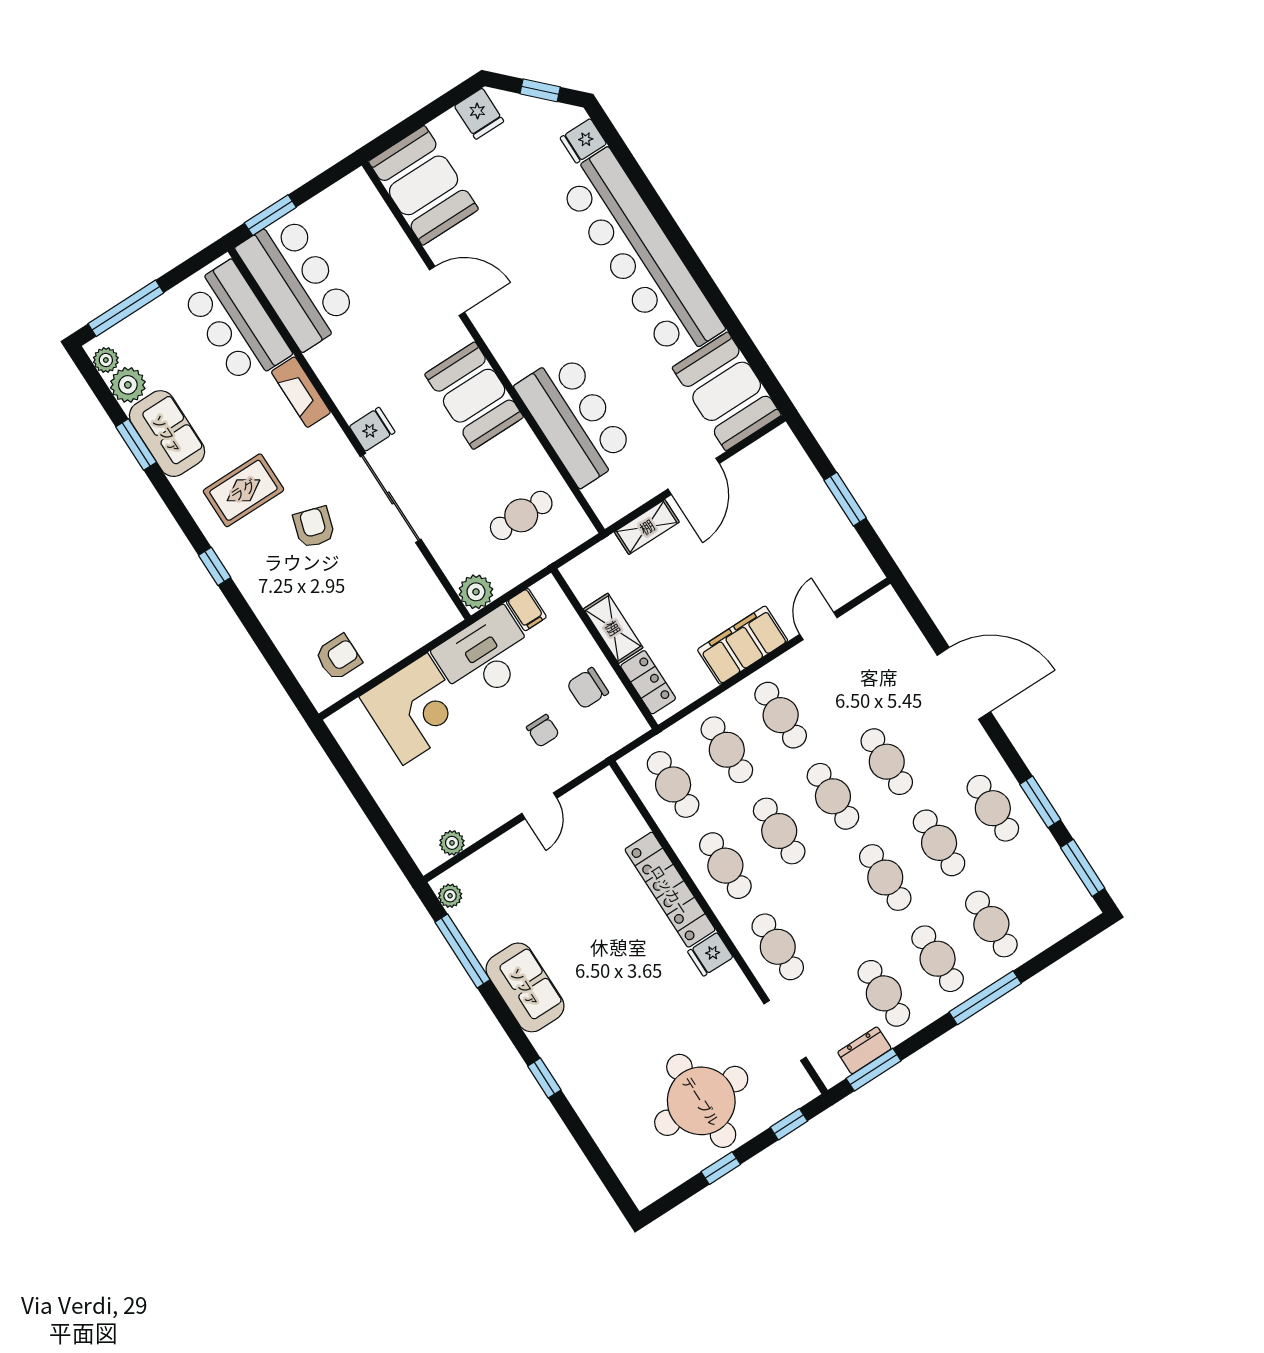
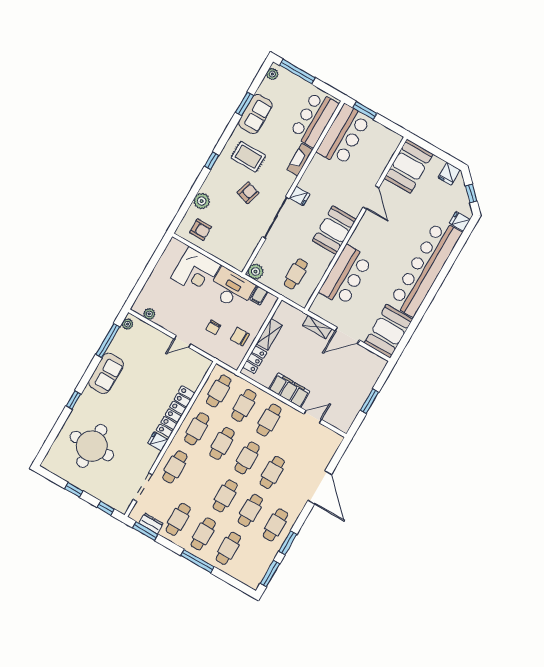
plant: (128, 385) -> (202, 201), moved
cafe table: (521, 515) -> (296, 274), turned 90
round table: (701, 1101) -> (92, 446), moved

